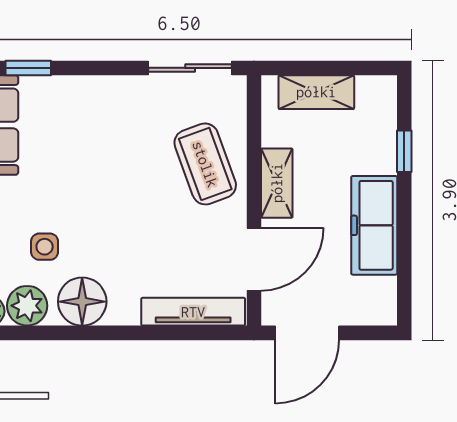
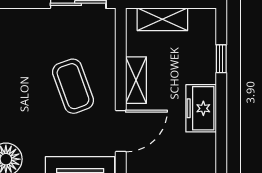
coffee table: (205, 164) -> (73, 86), moved
freezer: (374, 225) -> (201, 108), width x0.71

